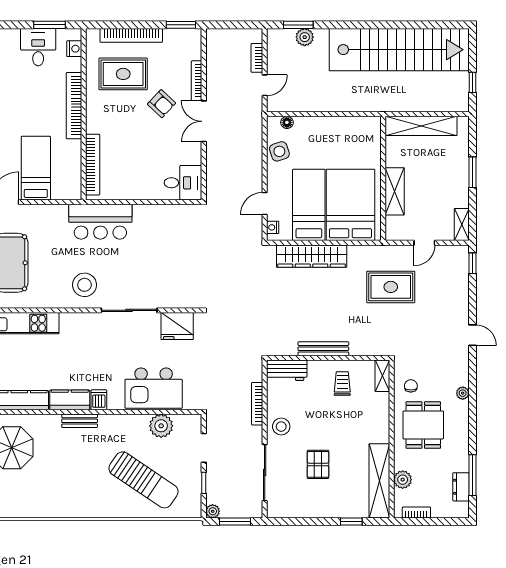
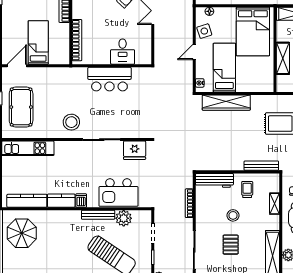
desk: (183, 183) -> (123, 52), moved, turned 90
door: (265, 204) -> (194, 52), moved
bed: (350, 205) -> (253, 32), moved, turned 180
bar counter: (100, 222) -> (109, 79), moved
bench: (323, 349) -> (261, 166), moved
workbench: (287, 370) -> (214, 180), width x1.38
shelving: (382, 376) -> (275, 204), moved
bench: (80, 421) -> (98, 215), moved, width x1.36
stool: (281, 427) -> (233, 215), moved

